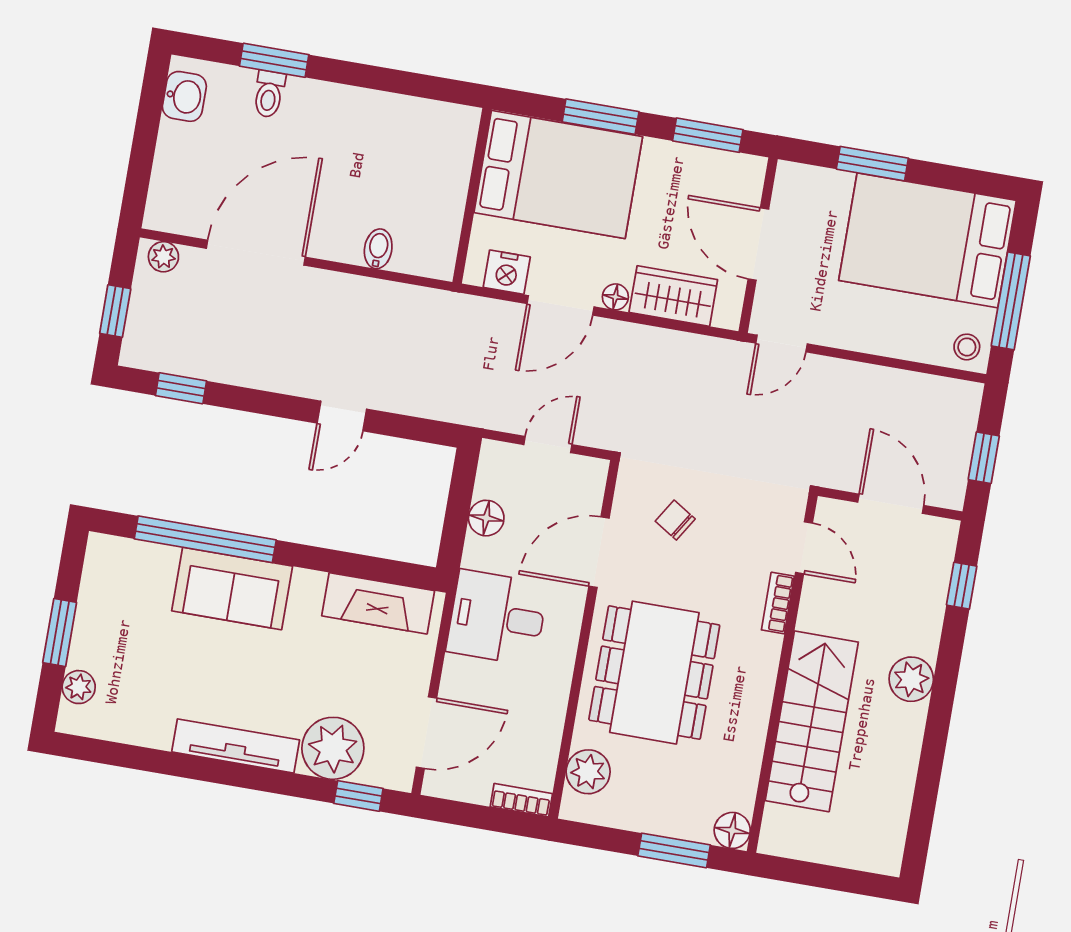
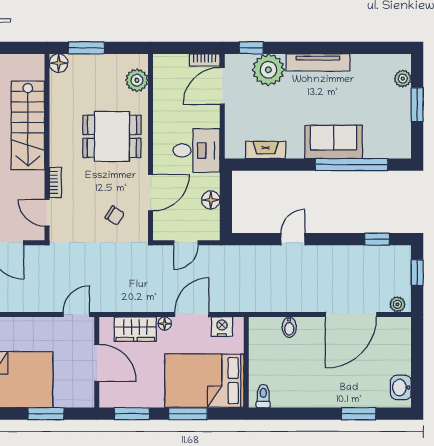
toilet: (269, 94) -> (263, 396), moved
fireplace: (378, 603) -> (266, 150), width x0.73, depth x0.76
dining table: (654, 673) -> (112, 136), width x0.73
bookcase: (521, 800) -> (205, 60), moved

